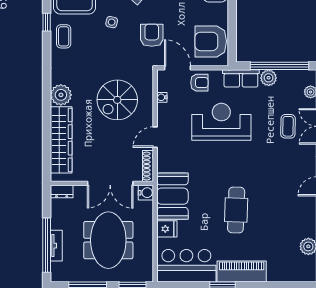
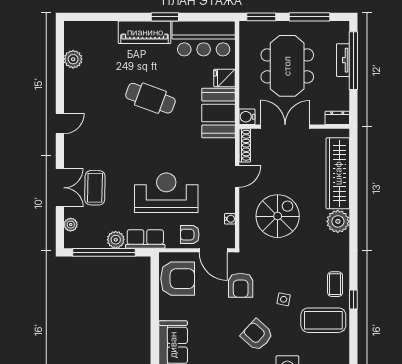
reception desk: (221, 122) -> (166, 193), turned 180
coffee table: (288, 126) -> (95, 188), width x1.36, depth x1.30
cafe table: (236, 210) -> (150, 98), turned -72

